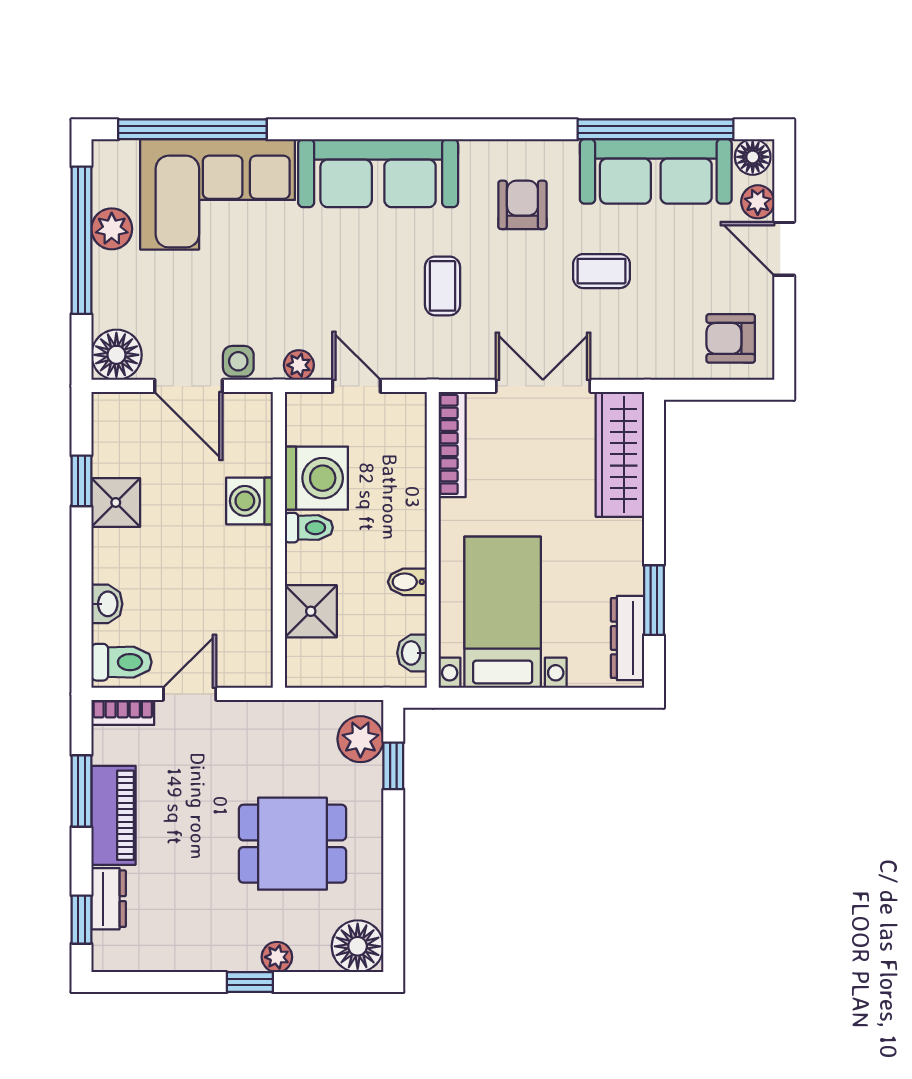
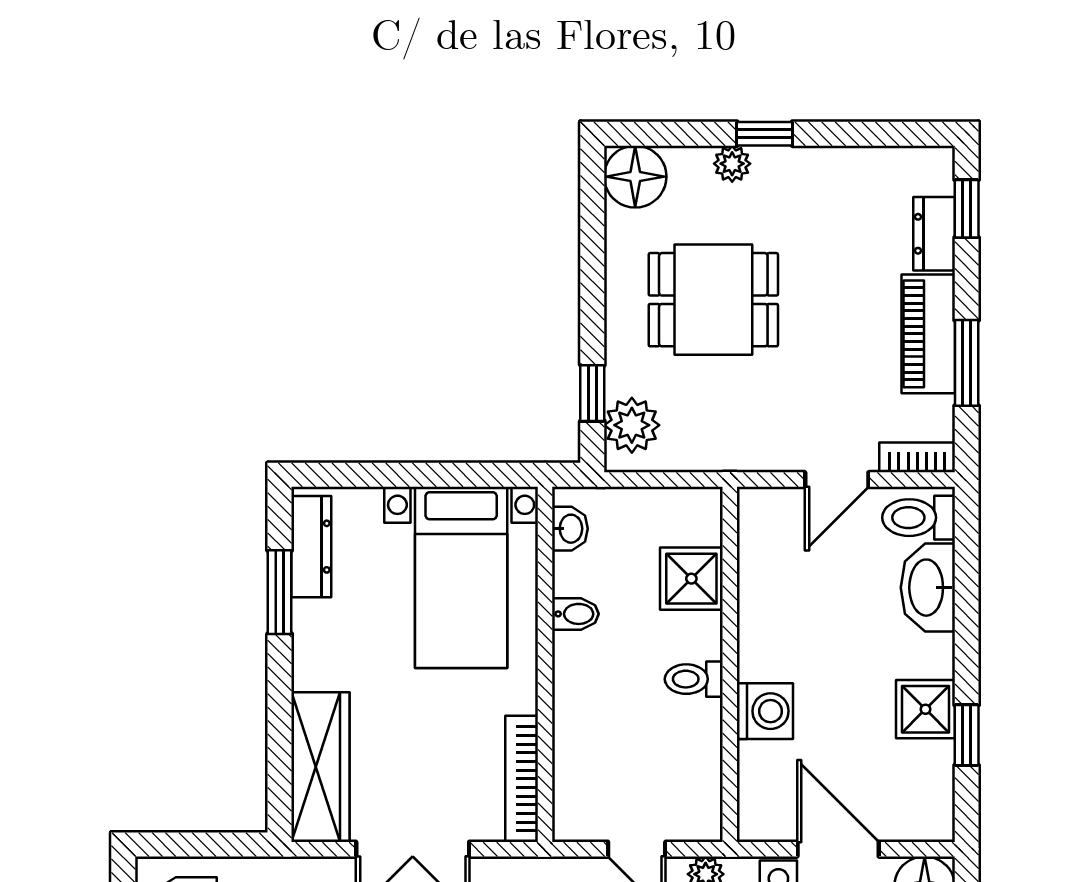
washing machine: (316, 478) -> (685, 738), removed
washbasin: (107, 604) -> (928, 588), width x1.91, depth x1.45

